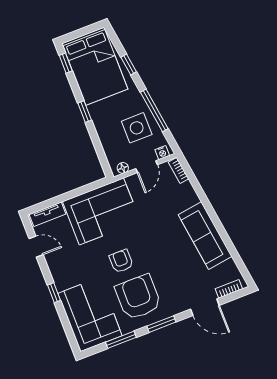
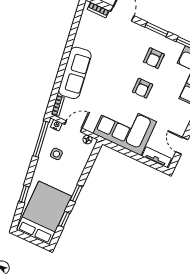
window: (66, 63) -> (64, 219), moved
window: (154, 110) -> (41, 139), moved
side table: (137, 128) -> (56, 154), width x0.54, depth x0.54
sofa: (205, 236) -> (75, 73), moved
armchair: (138, 297) -> (154, 58), width x0.53, depth x0.53

